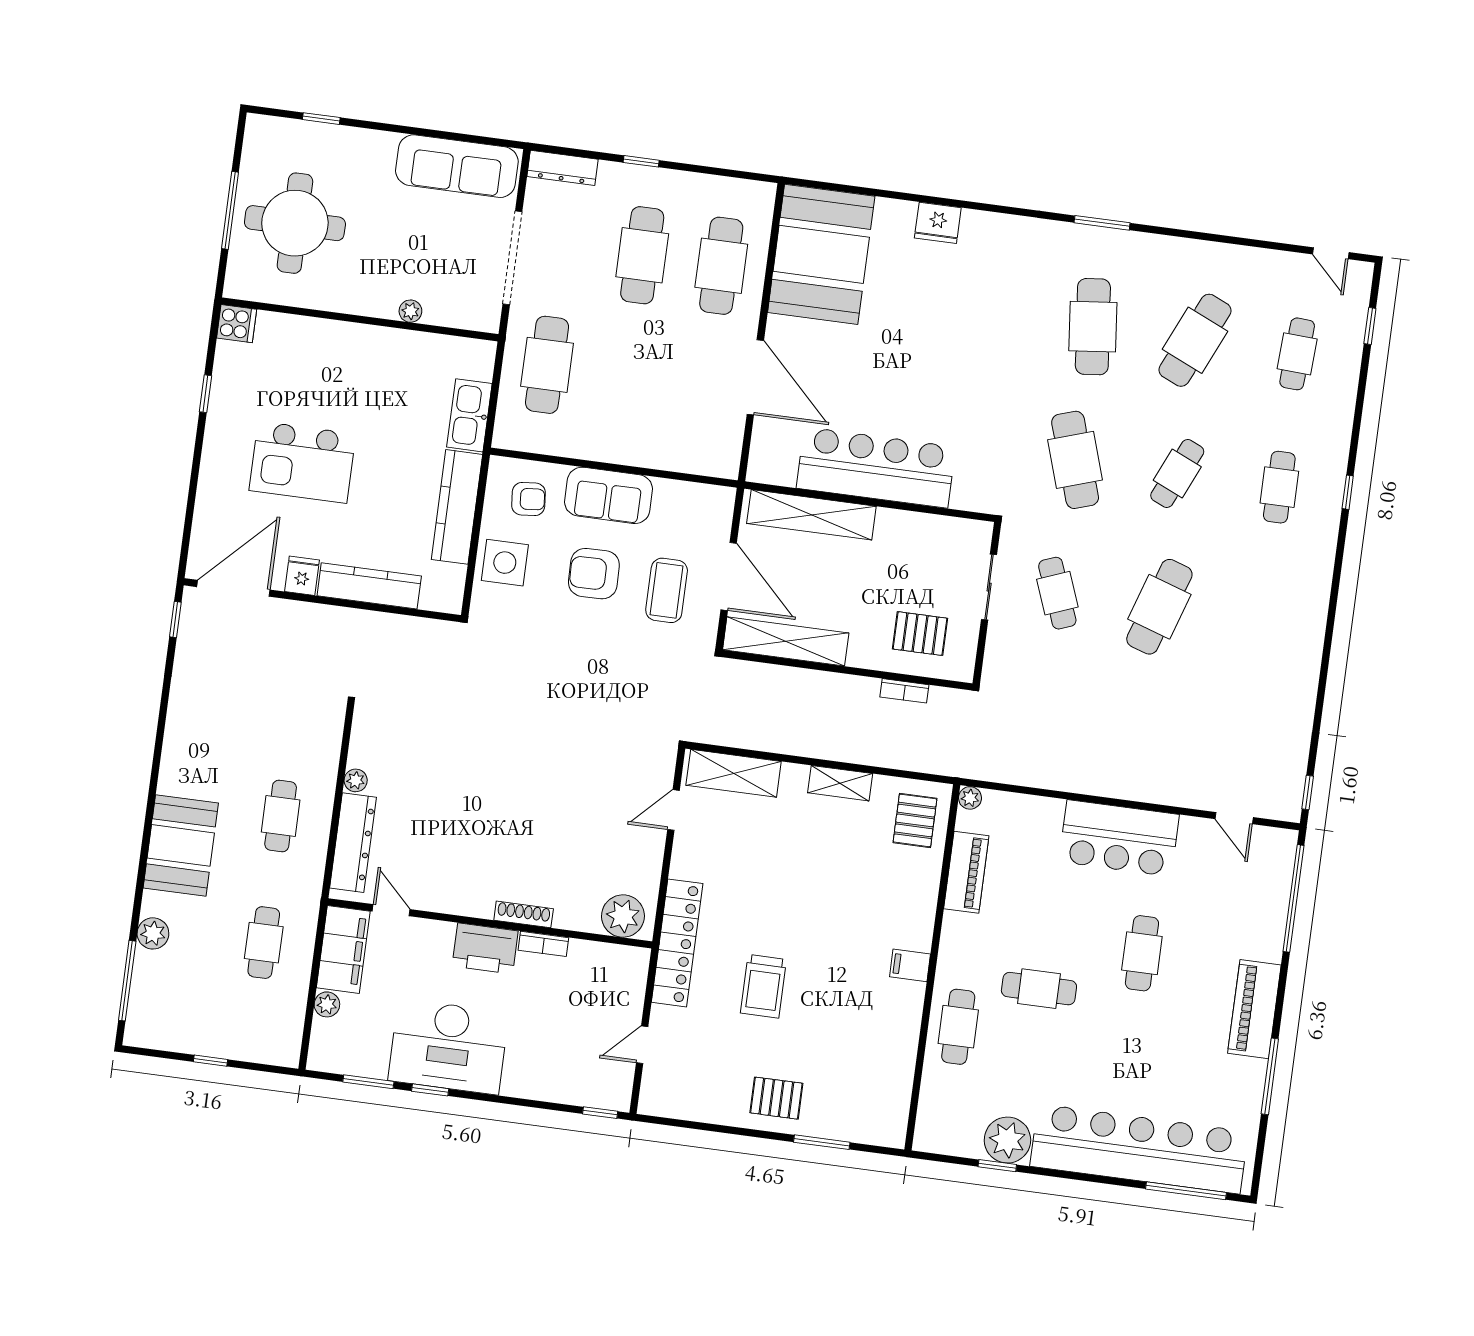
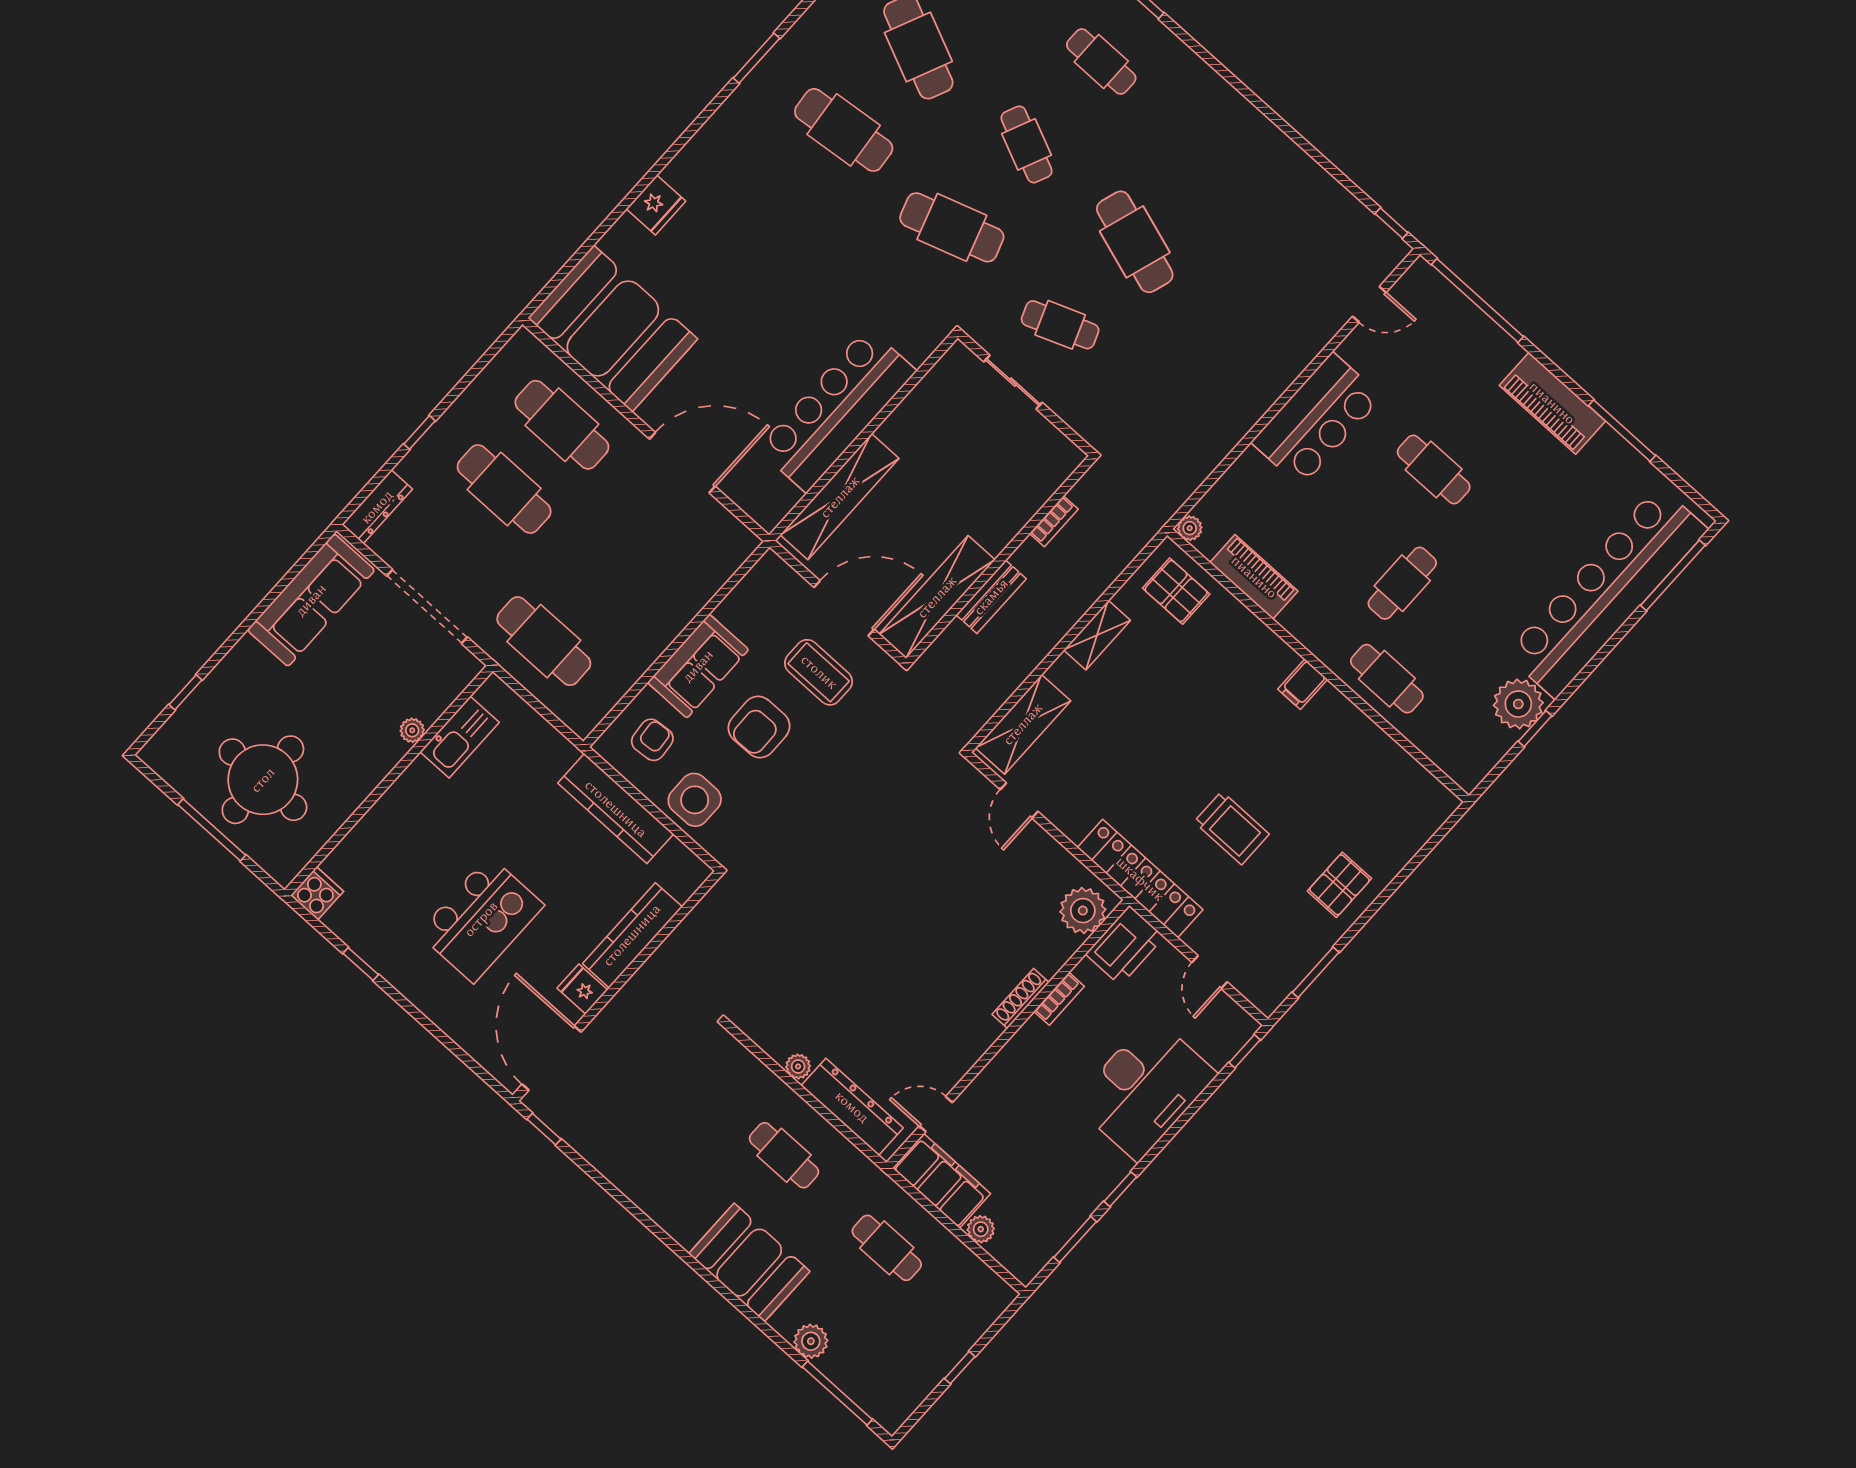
kitchen sink: (469, 415) -> (460, 737), moved, turned -90
pallet: (920, 634) -> (1012, 472), removed
bench: (814, 683) -> (991, 597), added
printer: (485, 948) -> (1125, 945), moved
desk: (448, 1047) -> (1145, 1089), moved
window: (822, 1142) -> (1316, 972), moved

